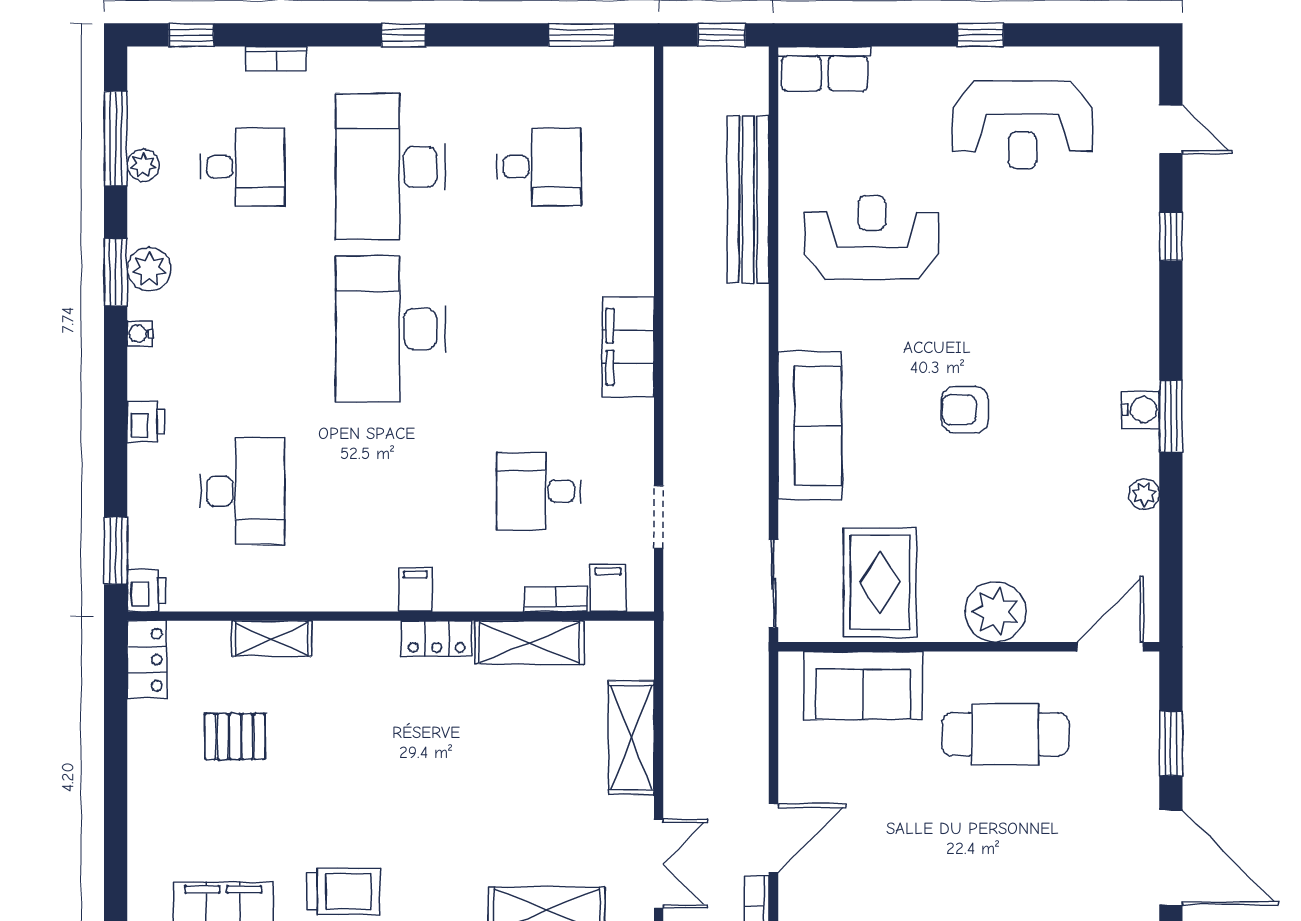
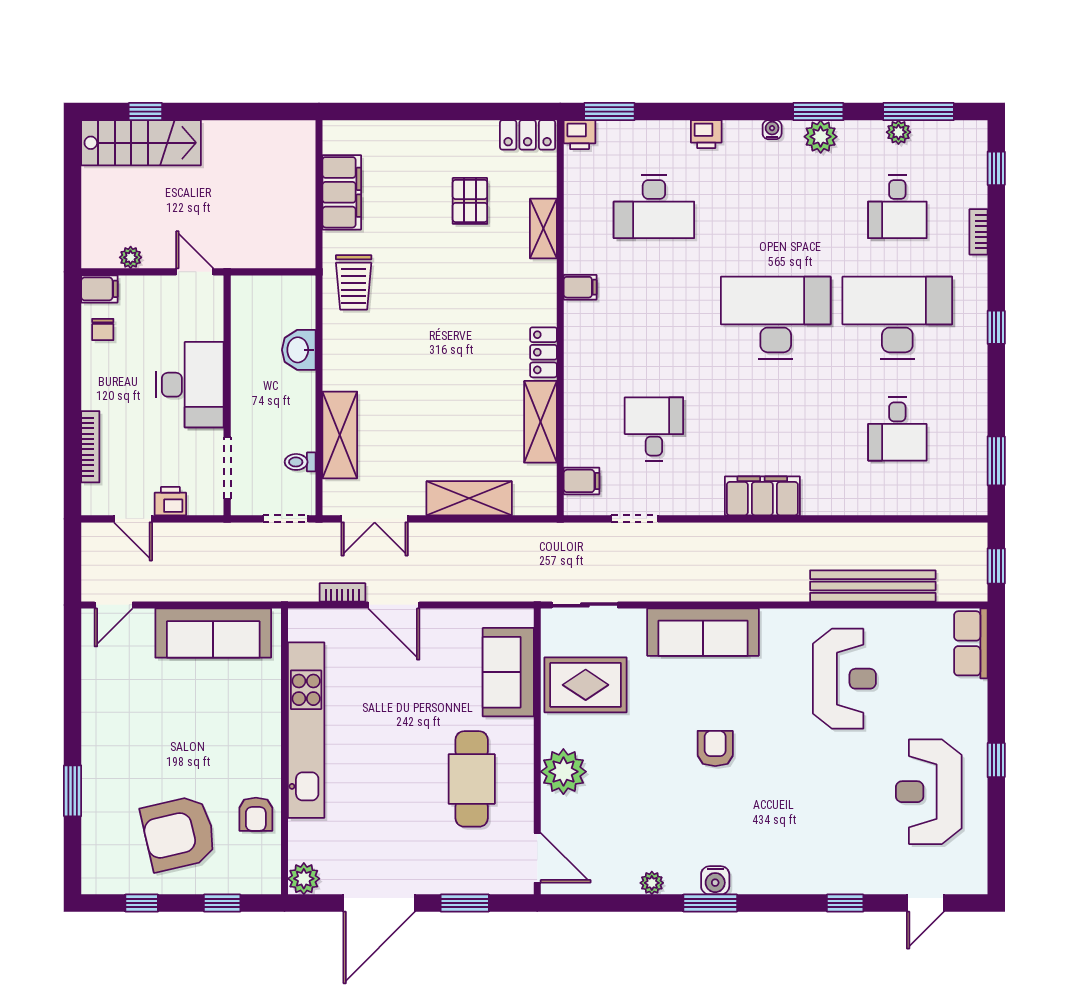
filing cabinet: (415, 590) -> (580, 287), moved
bookcase: (556, 599) -> (573, 442), removed

